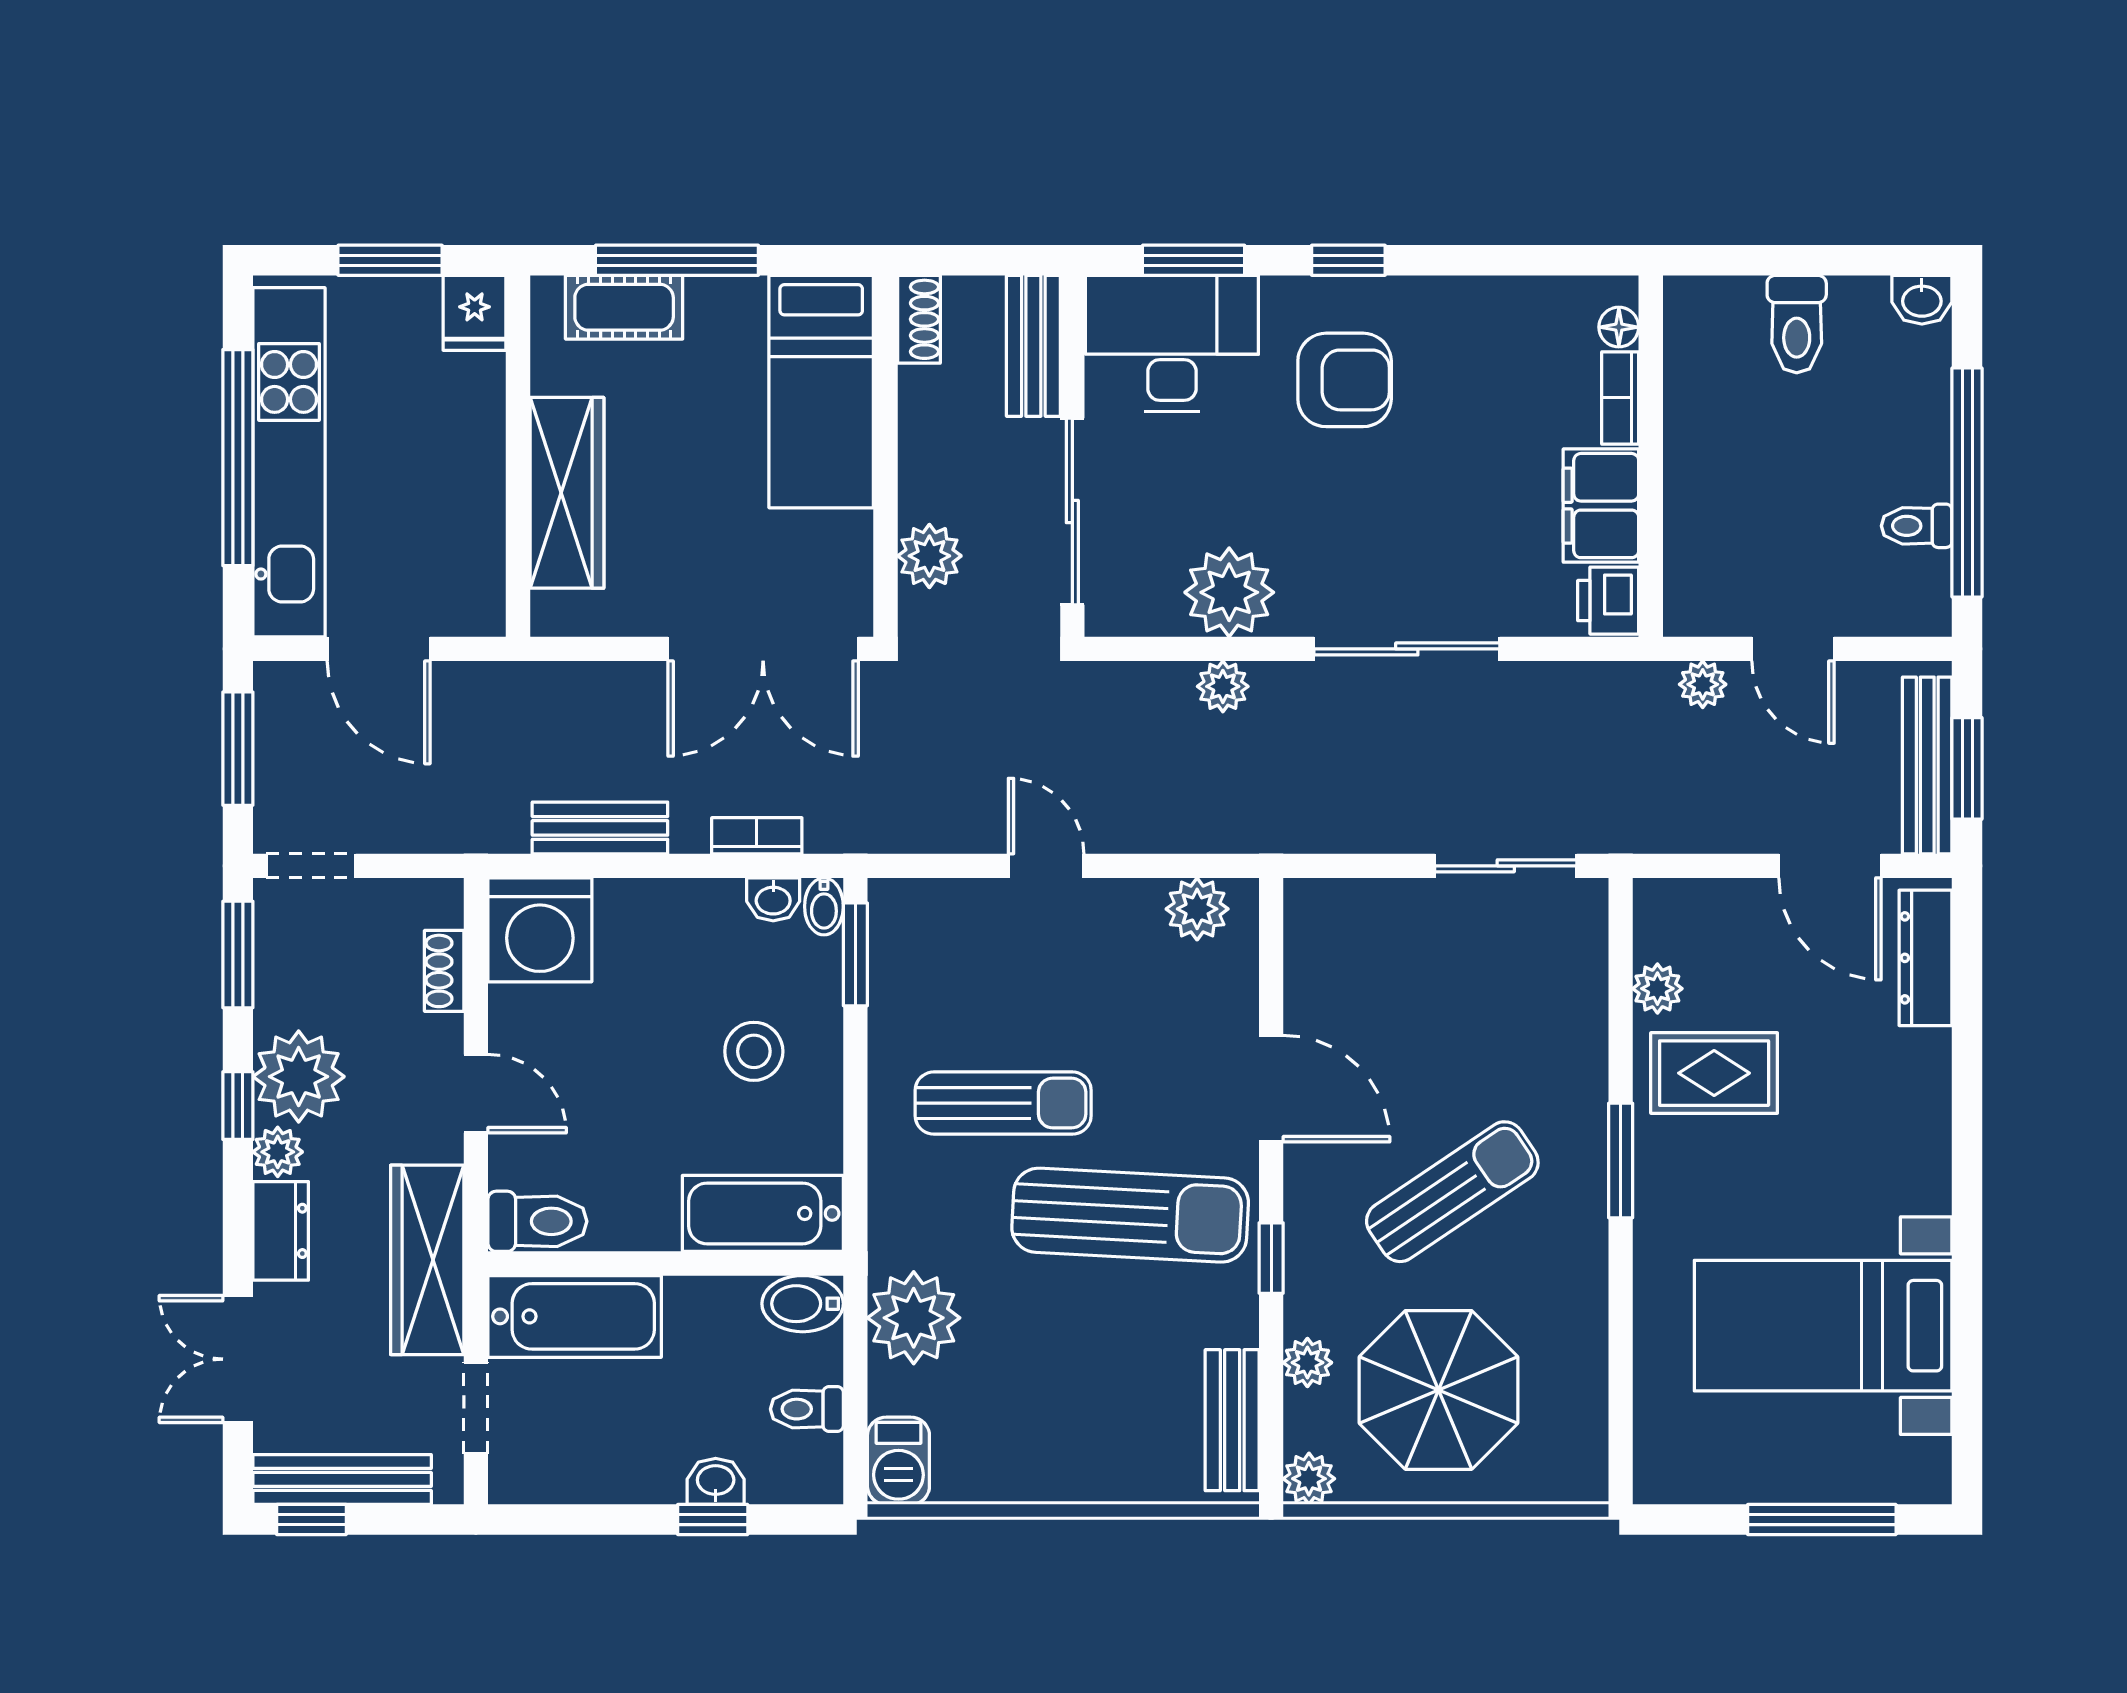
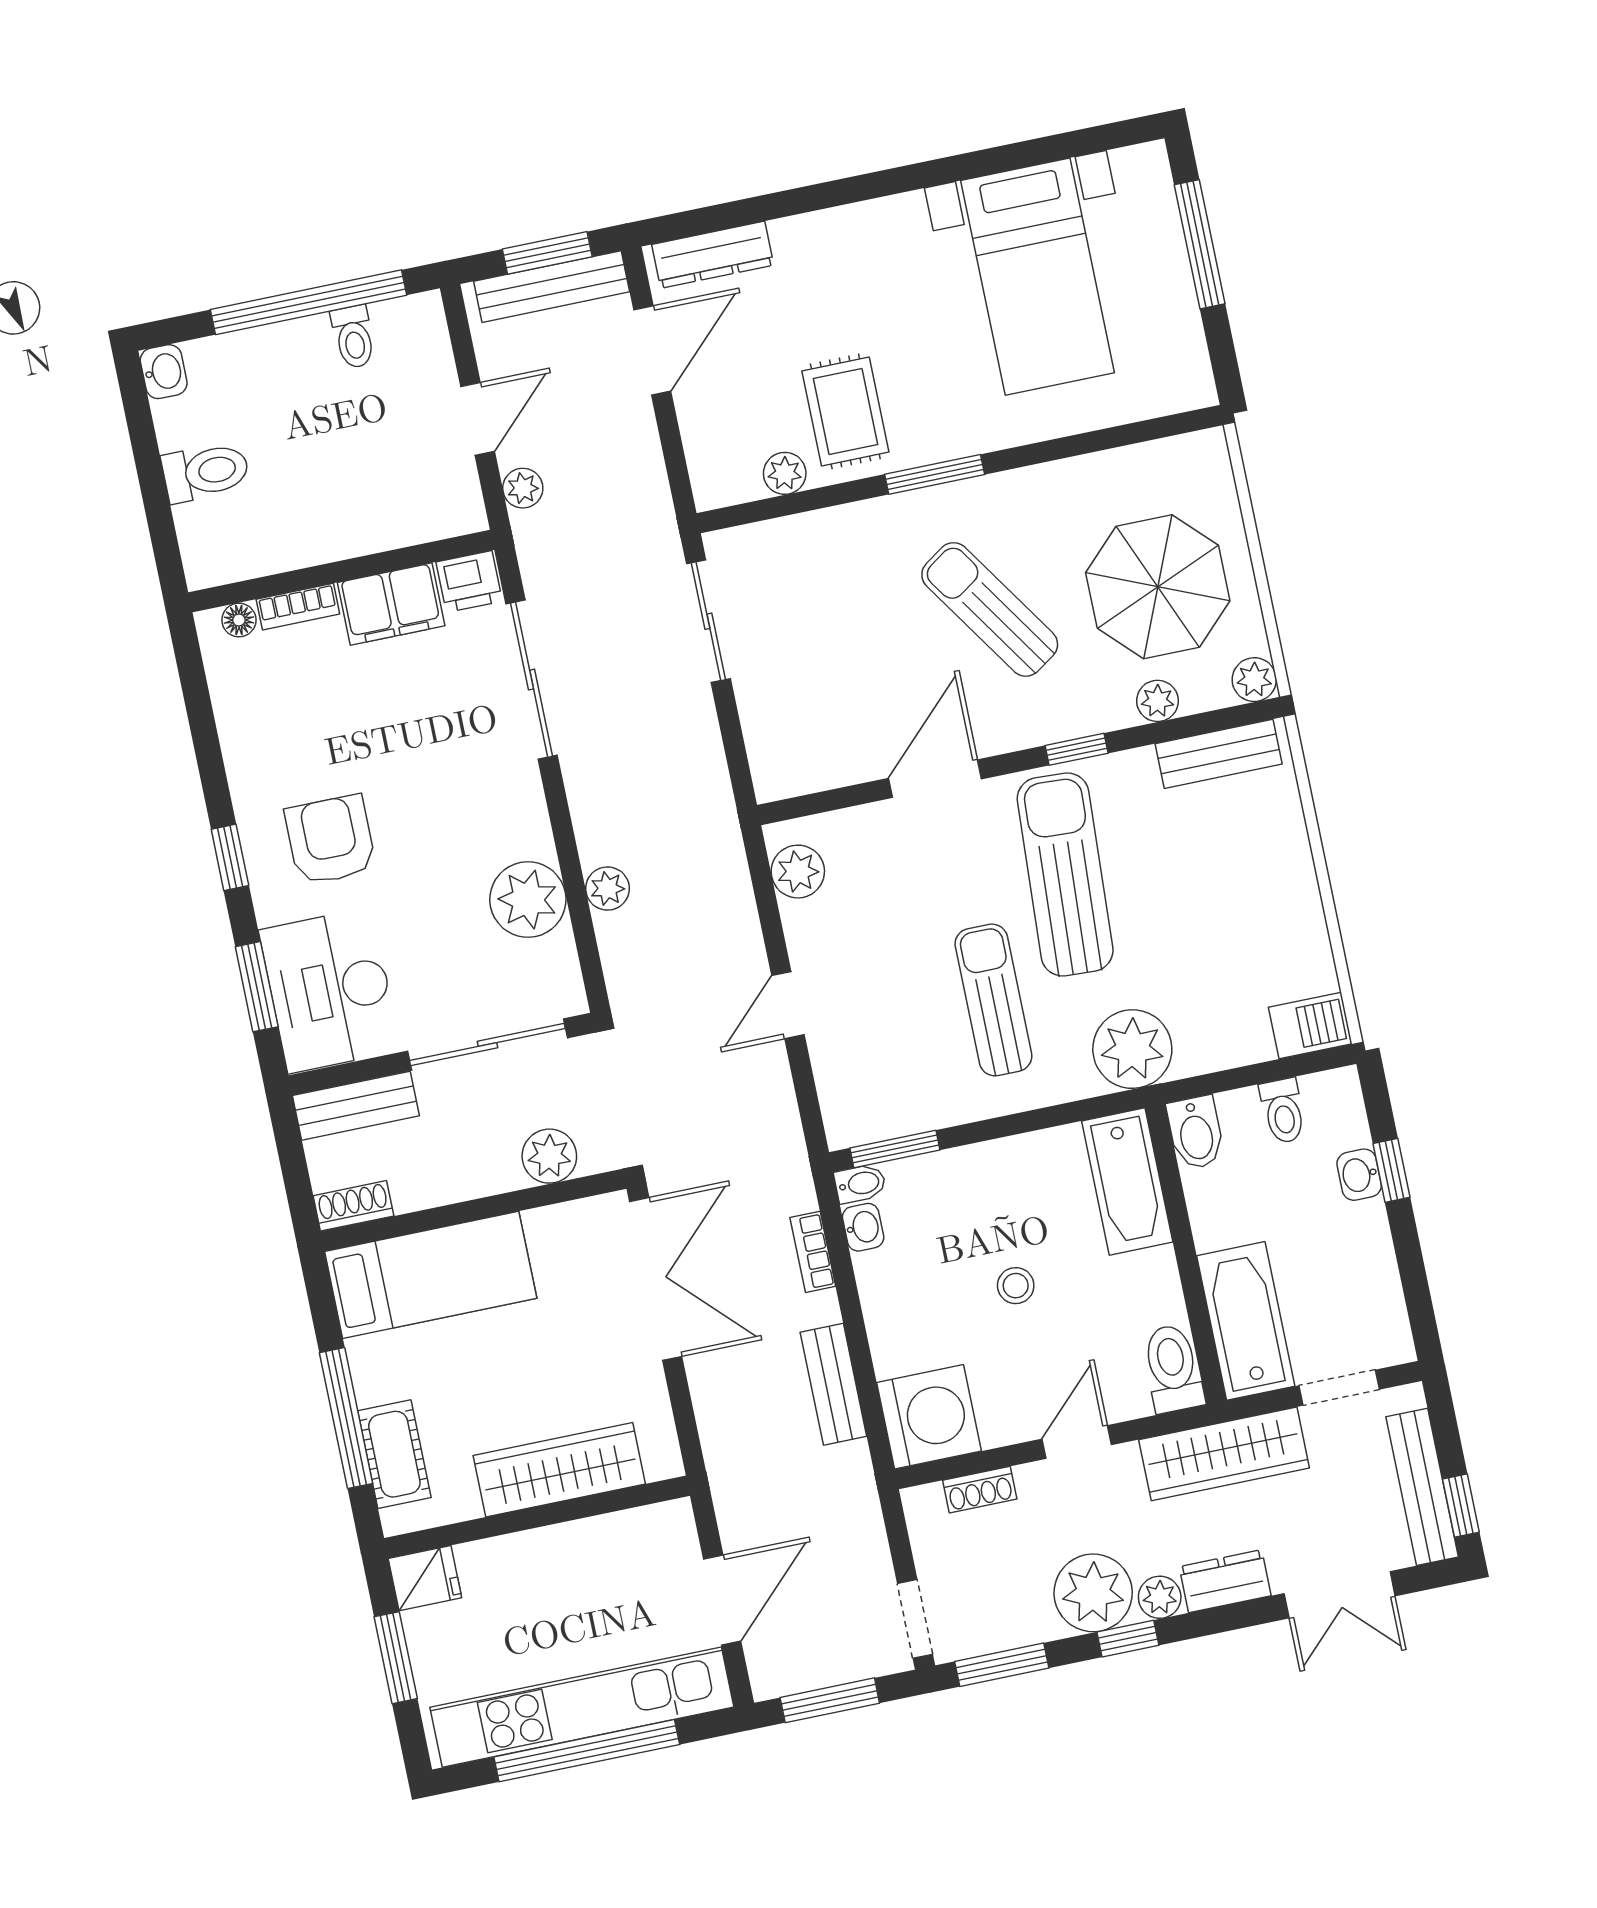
sliding door: (1407, 649) -> (532, 680), moved
stool: (754, 1051) -> (1016, 1286), moved, width x0.73, depth x0.73
plant: (914, 1318) -> (1132, 1049), moved

